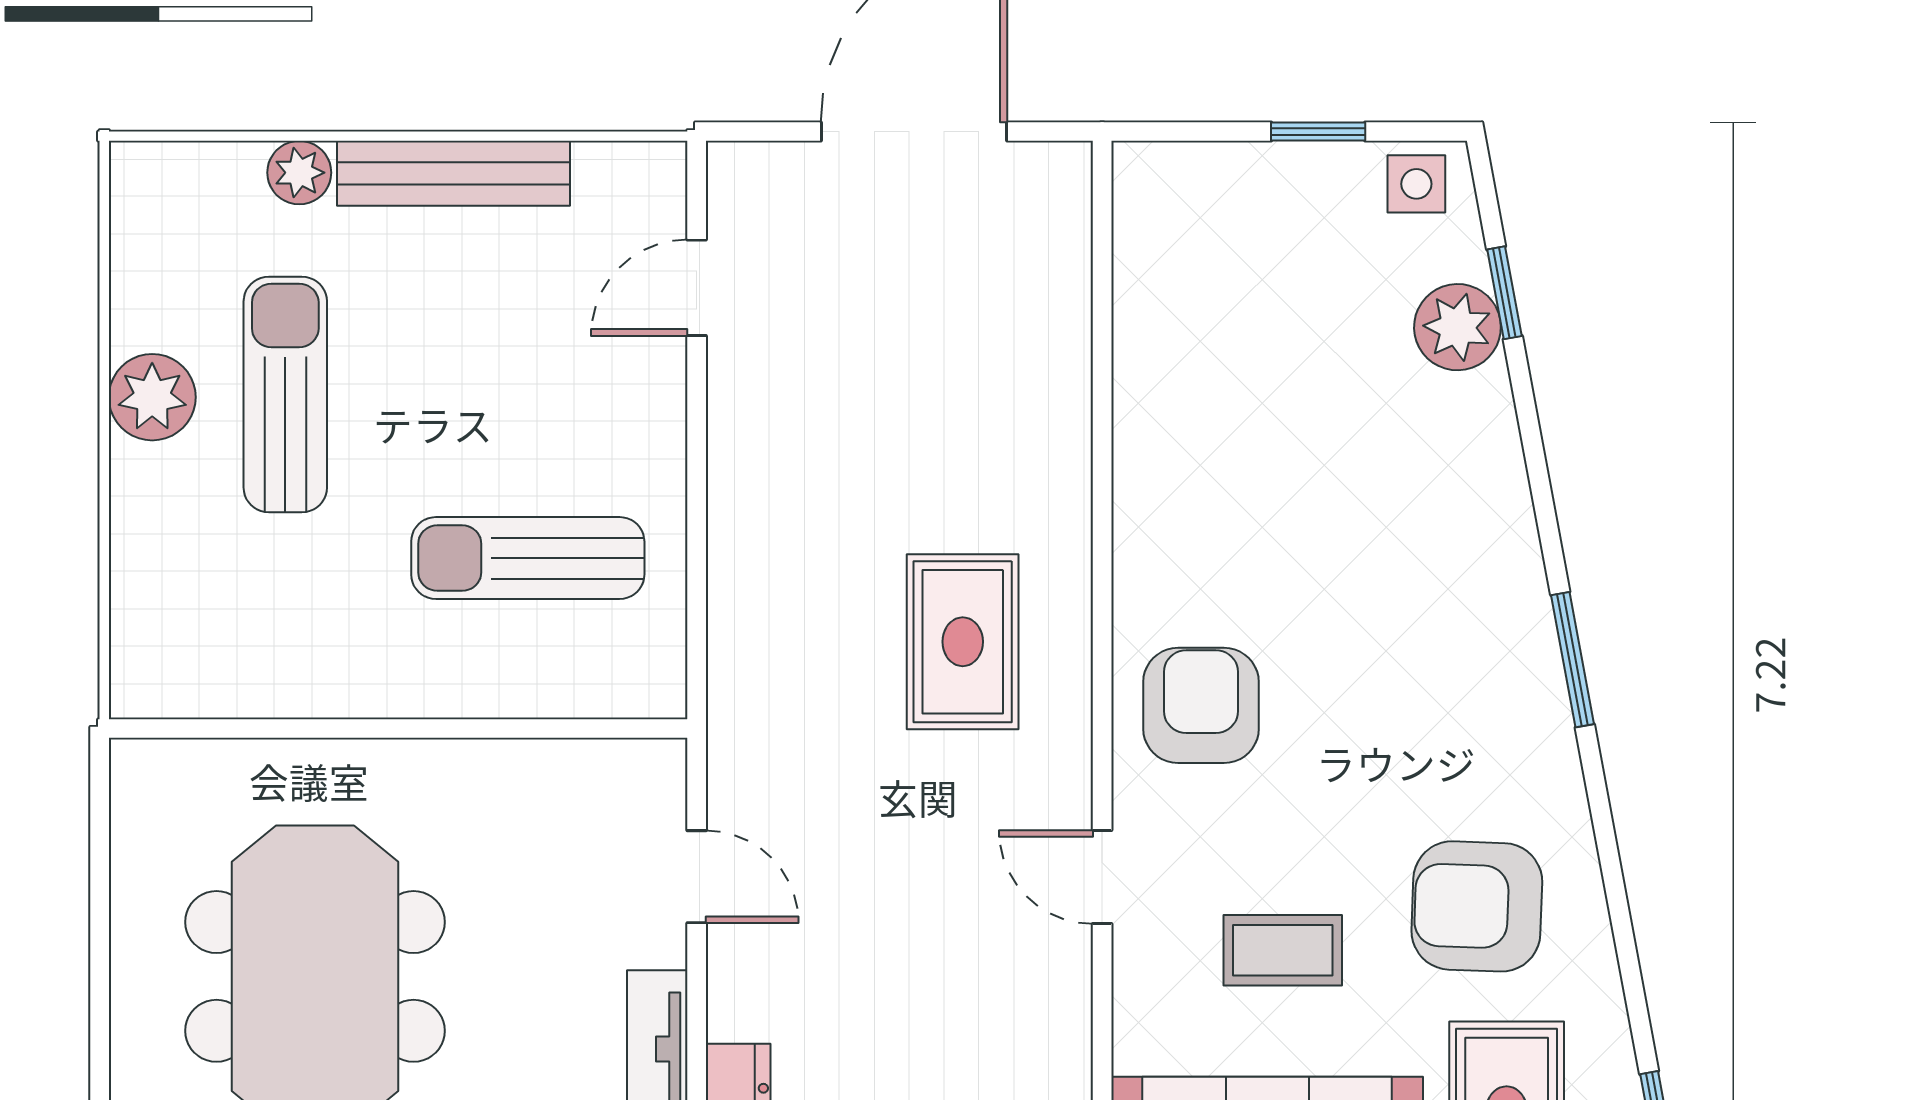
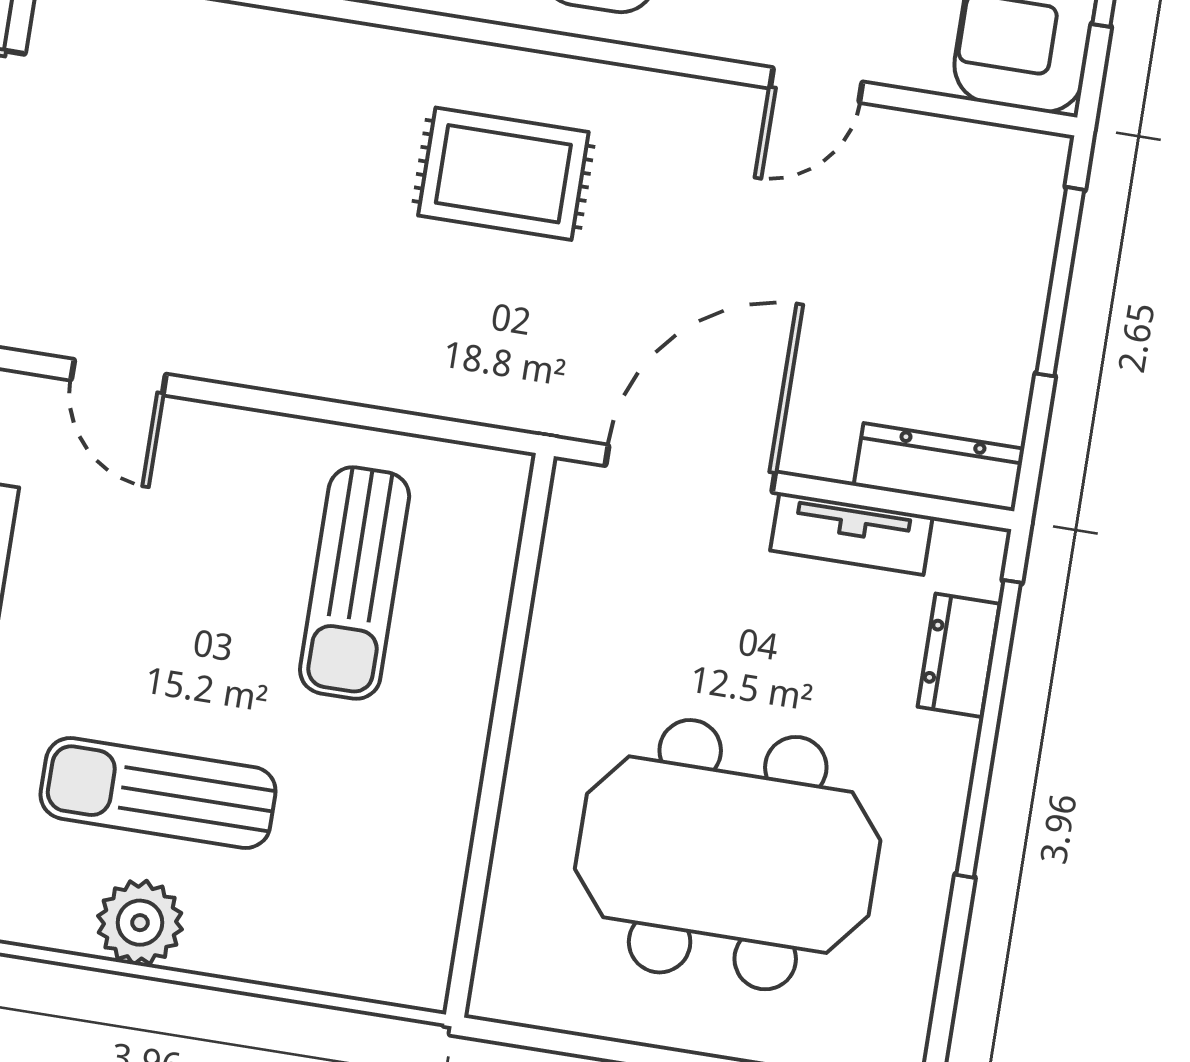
door: (697, 877) -> (690, 469), width x1.88
door: (1102, 877) -> (816, 85), moved

